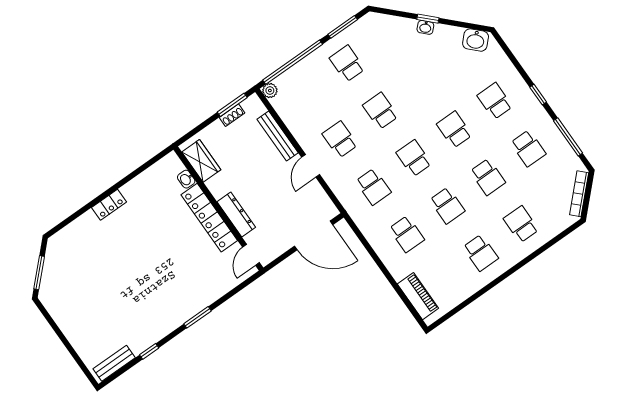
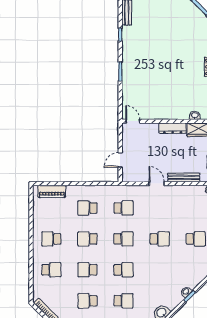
school desk: (340, 139) -> (160, 208), removed
school desk: (373, 187) -> (124, 208), turned 180
dresser: (236, 214) -> (173, 128), moved
locker: (209, 218) -> (167, 113), removed
door: (314, 235) -> (120, 160), width x0.53

